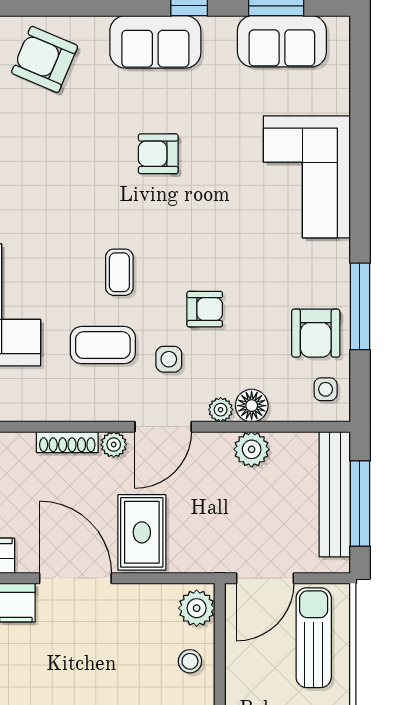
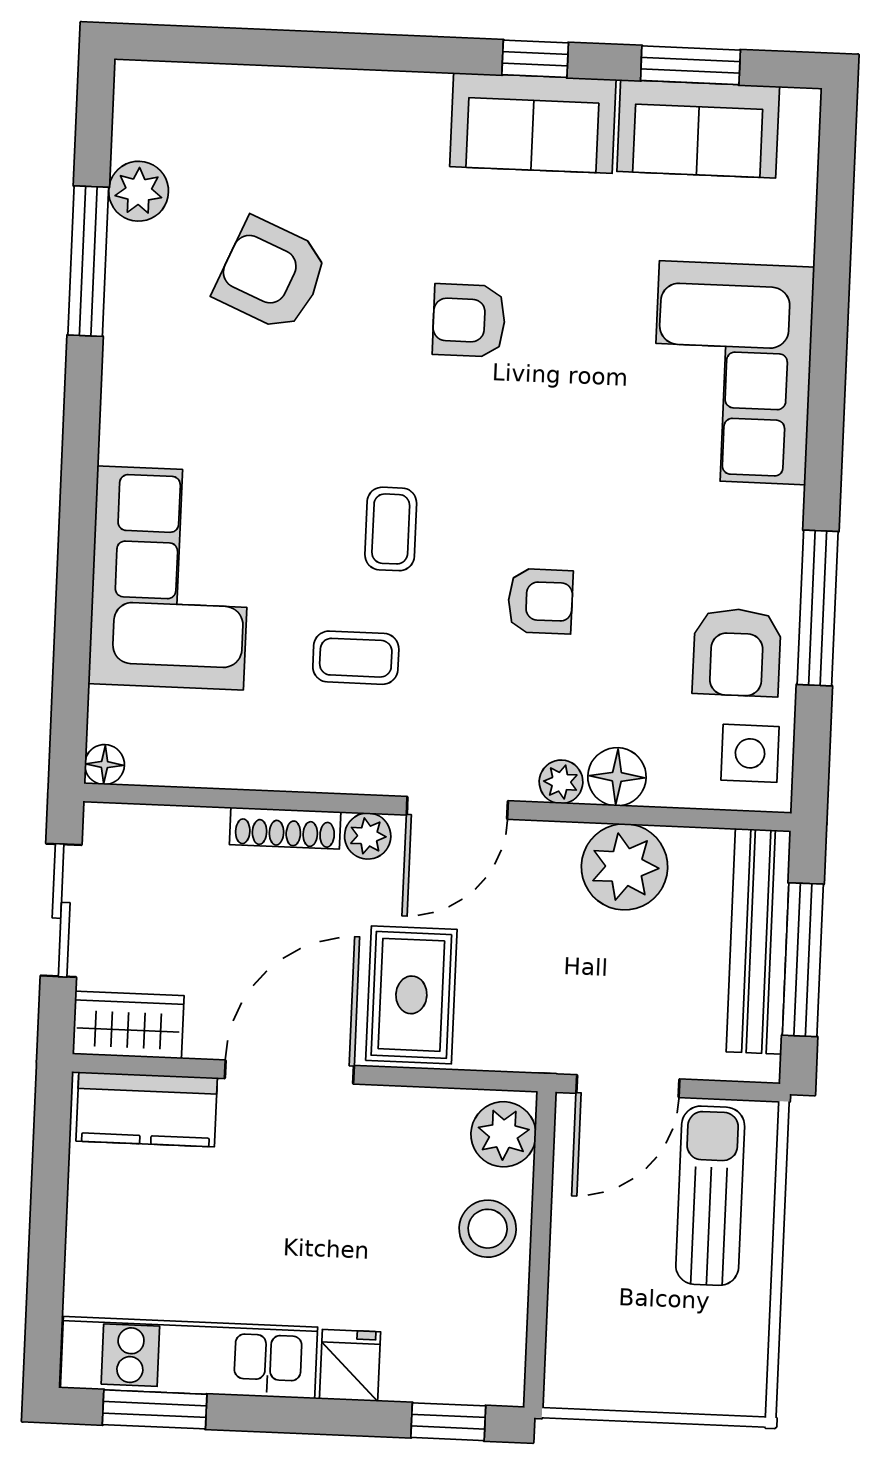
sofa: (155, 42) -> (533, 123), moved
armchair: (45, 59) -> (271, 275), moved
coffee table: (103, 345) -> (356, 658), width x0.73, depth x0.77
side table: (169, 359) -> (472, 688), removed
side table: (326, 389) -> (750, 753), width x1.37, depth x1.37
plant: (252, 449) -> (625, 867), width x1.36, depth x1.36
door: (75, 578) -> (289, 1072), hinge flipped
stool: (190, 661) -> (488, 1229), width x1.37, depth x1.37

